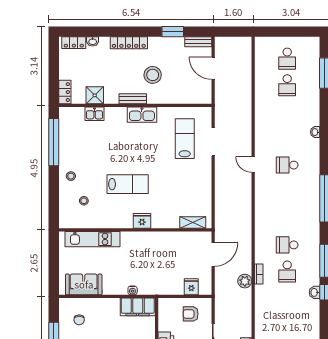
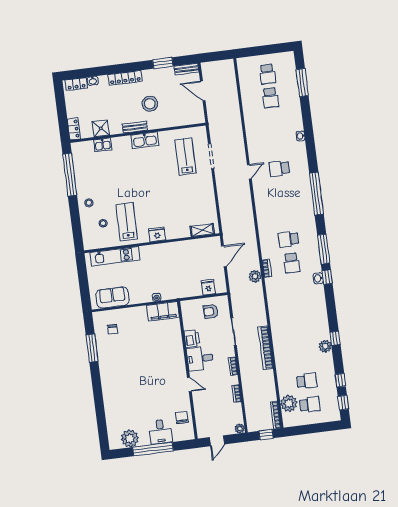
door: (253, 164) -> (249, 172), swing flipped
lab bench: (128, 184) -> (127, 222), moved, turned -90

